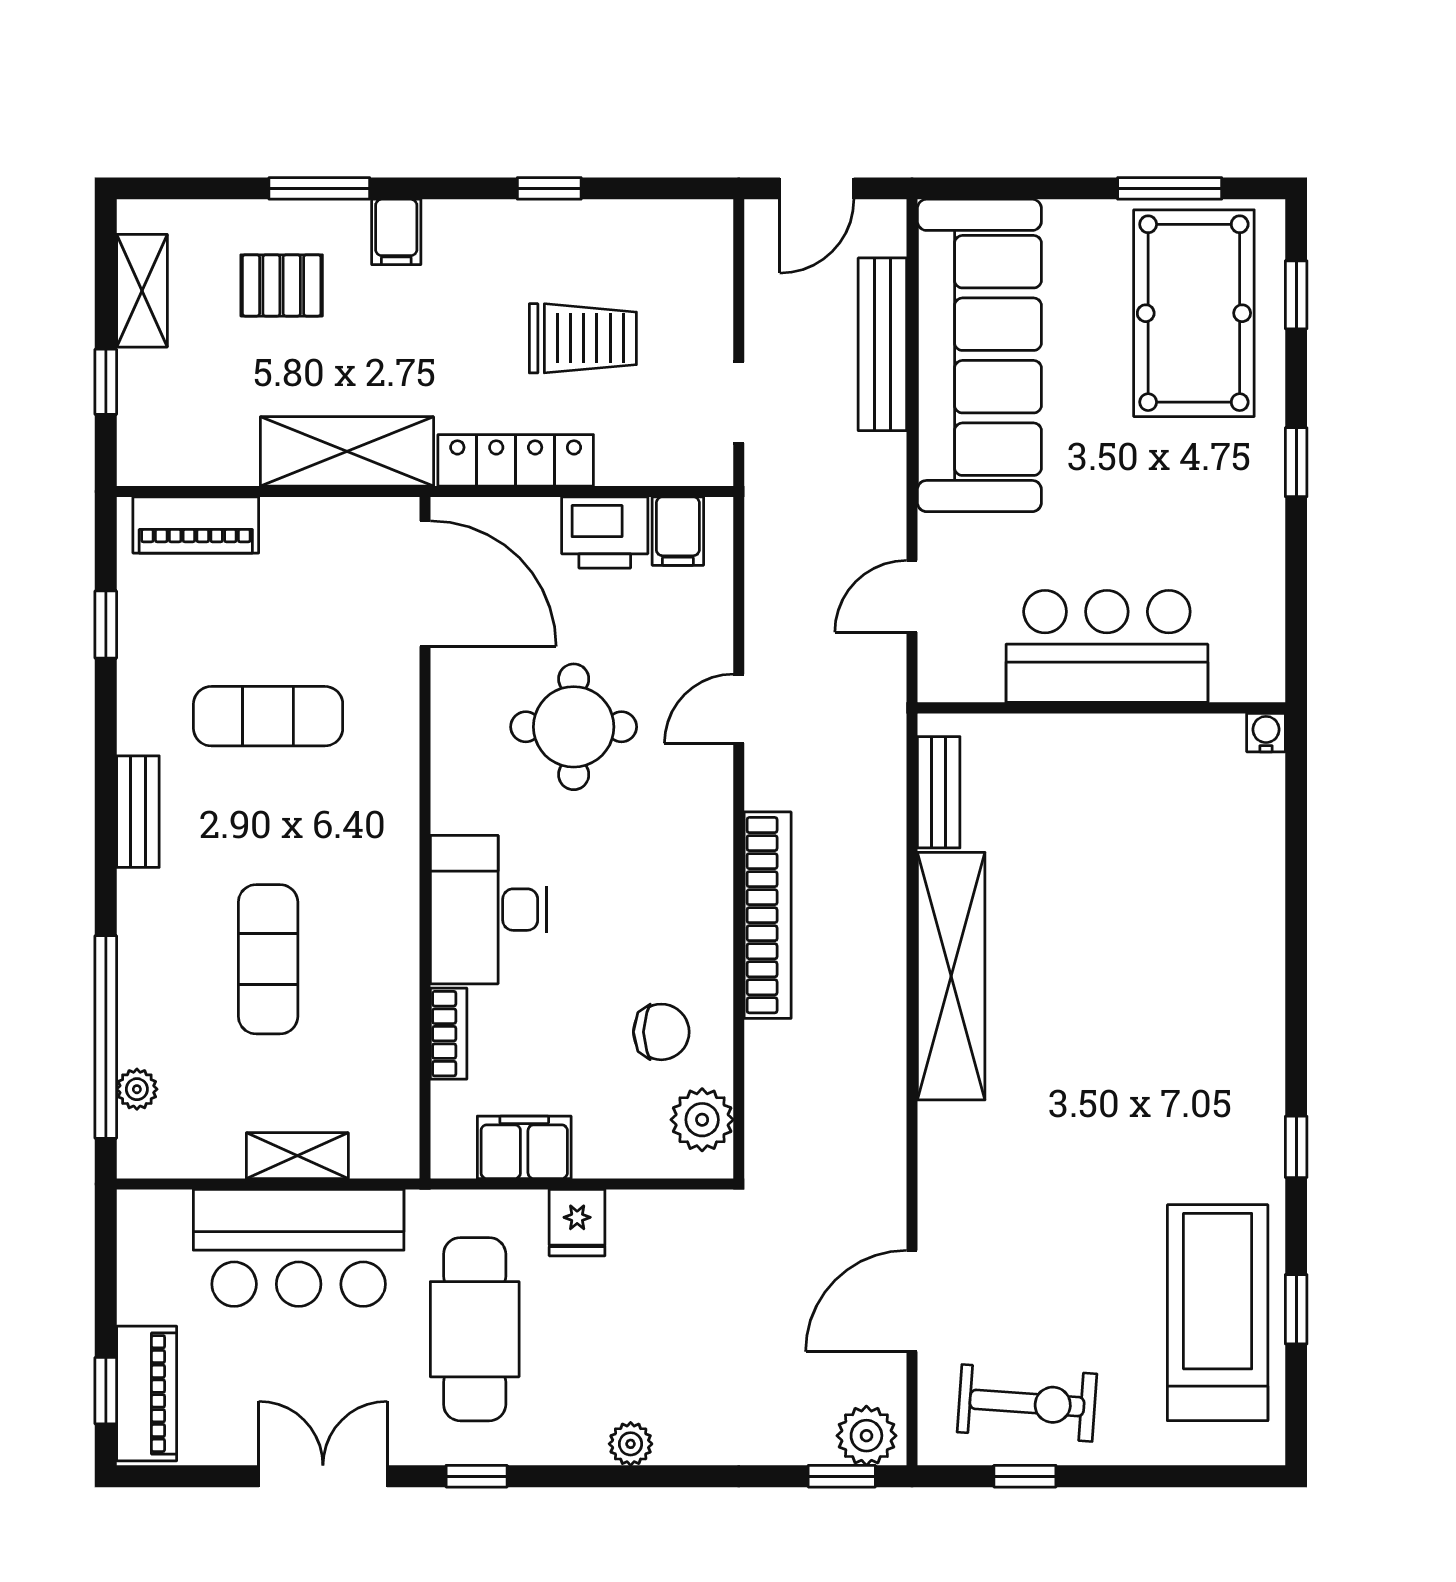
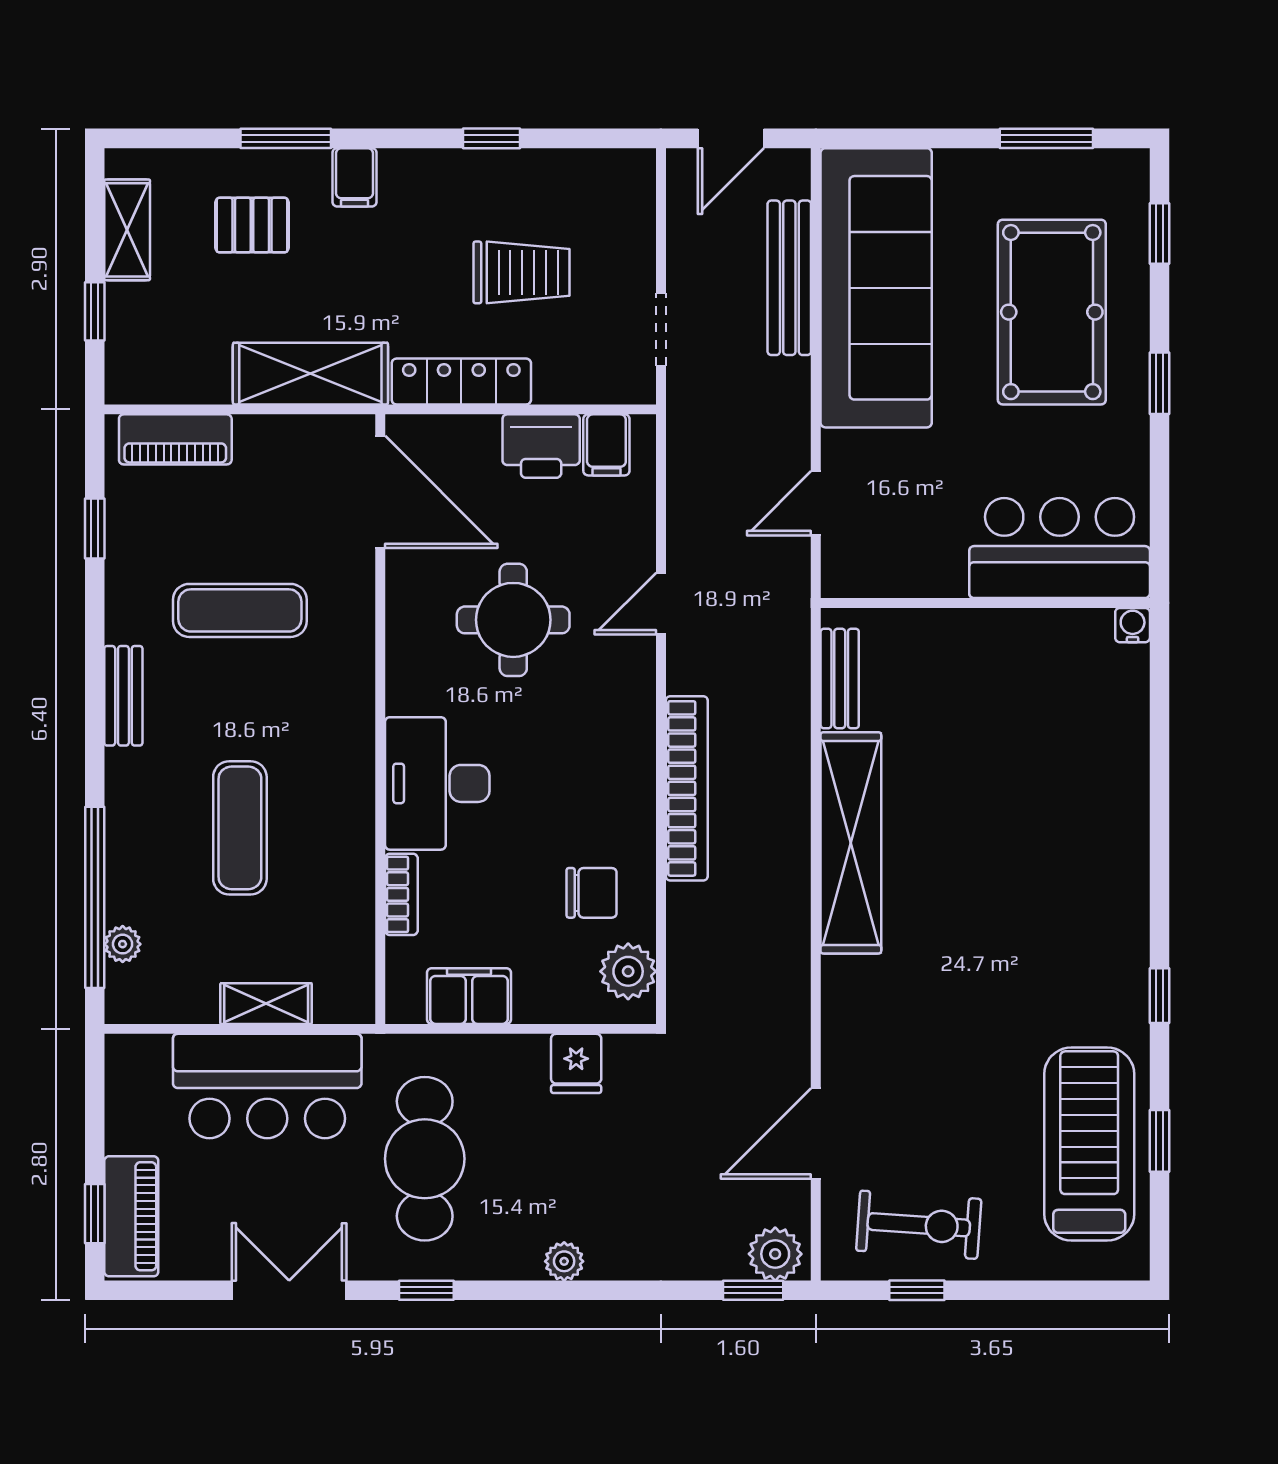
pool table: (1194, 313) -> (1052, 312), moved
bar counter: (1107, 646) -> (1060, 548), moved
fridge: (577, 1223) -> (576, 1063), moved

